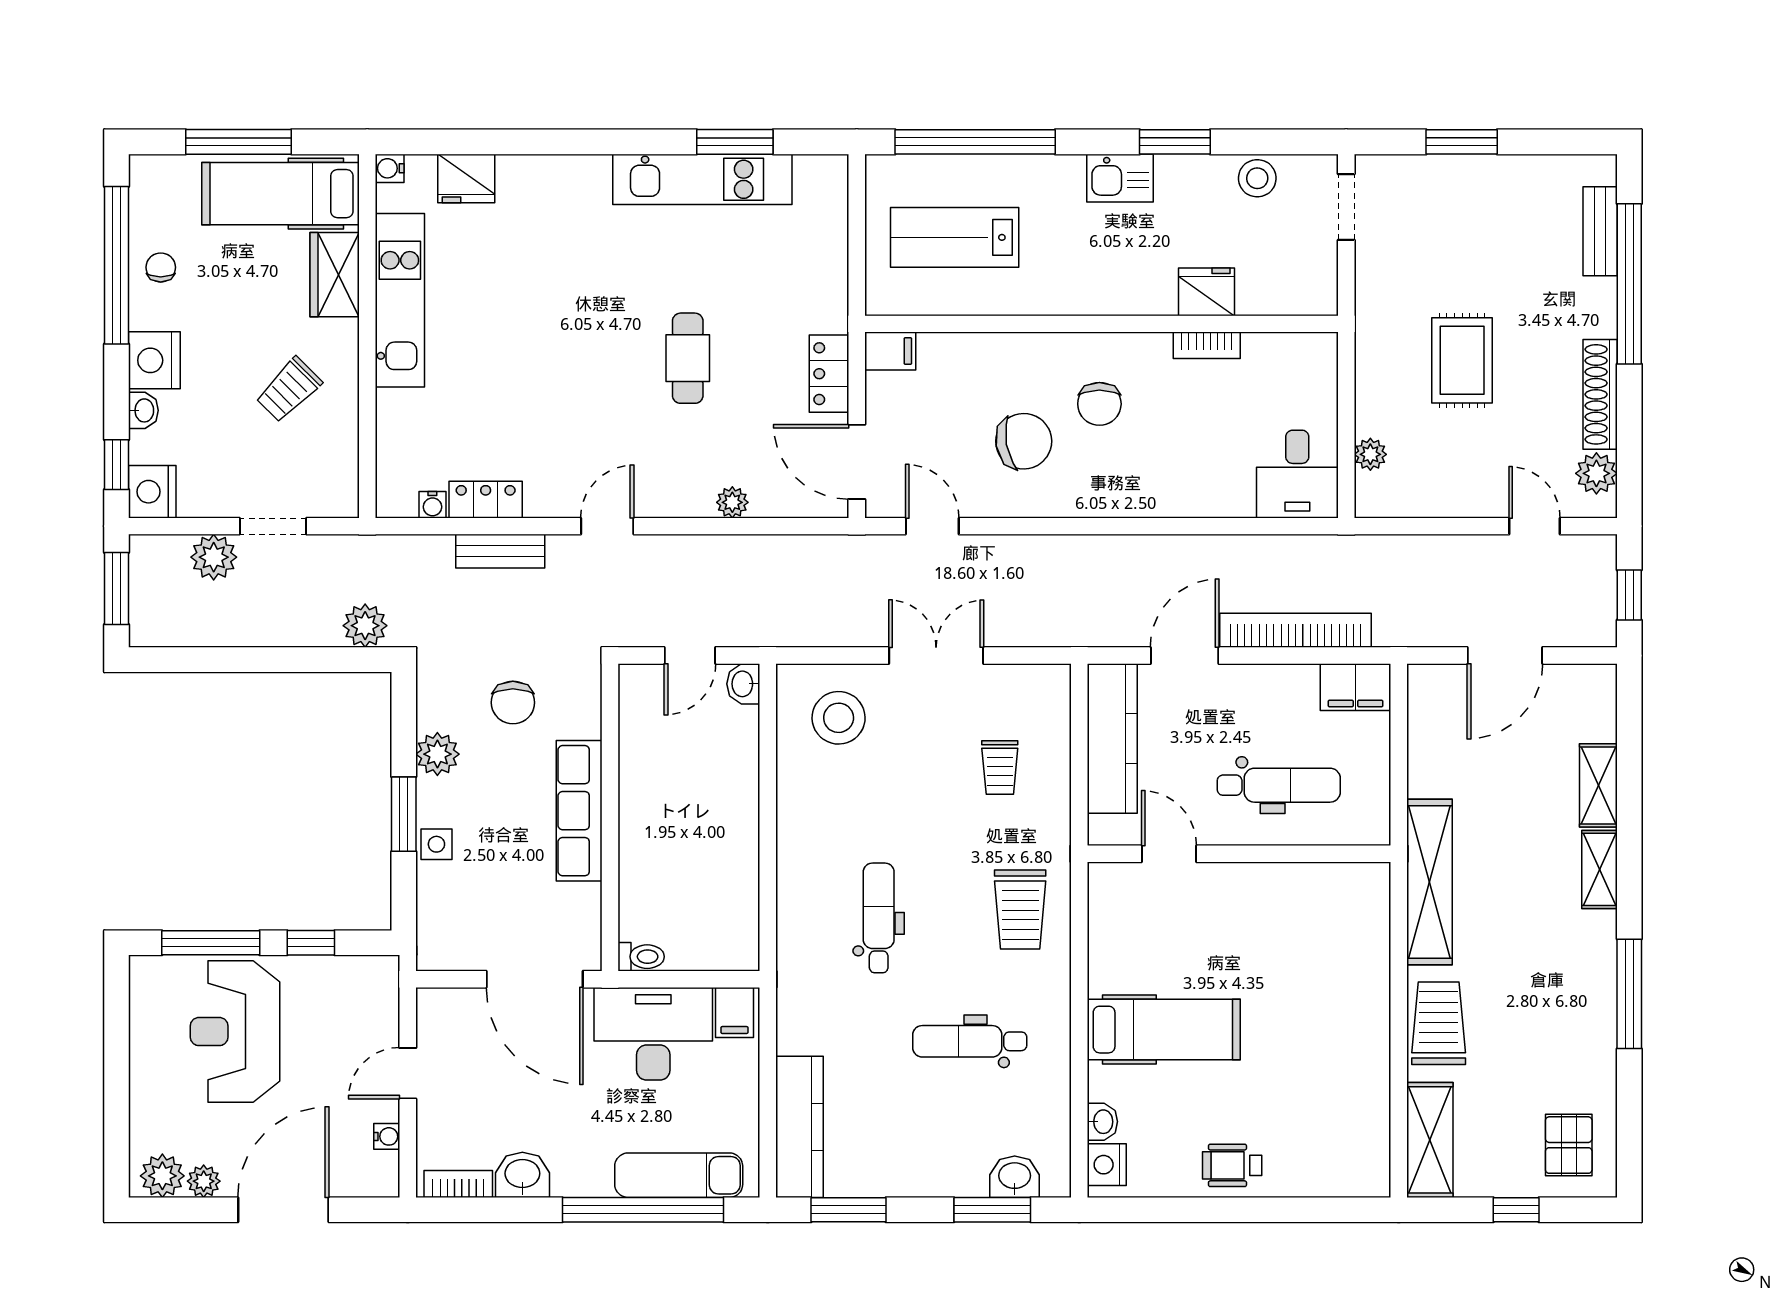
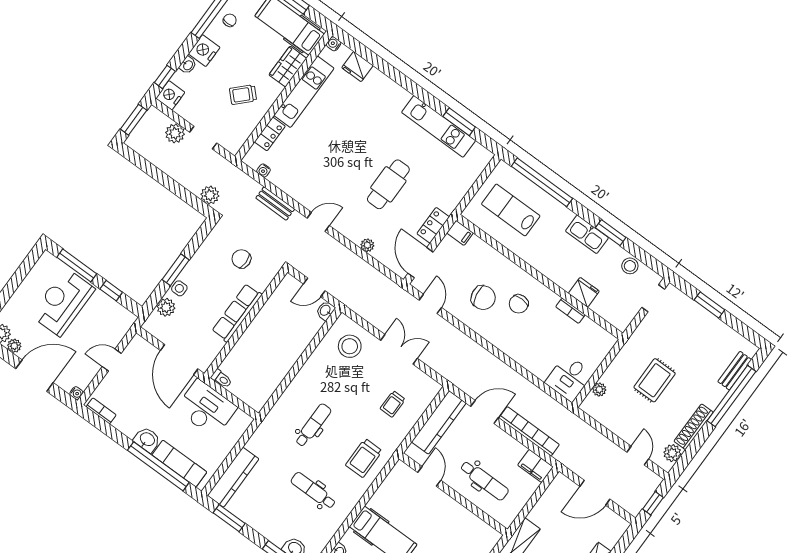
kitchen sink: (1120, 178) -> (587, 234), width x1.38
cafe table: (688, 358) -> (388, 184), width x1.37, depth x1.35
locker: (486, 500) -> (270, 134), moved, turned 90
chair: (513, 703) -> (241, 259), turned 90
plant: (437, 754) -> (166, 307), moved
filing cabinet: (734, 1012) -> (240, 421), removed
water cooler: (387, 1136) -> (76, 393), moved
washbasin: (522, 1175) -> (147, 440), moved

